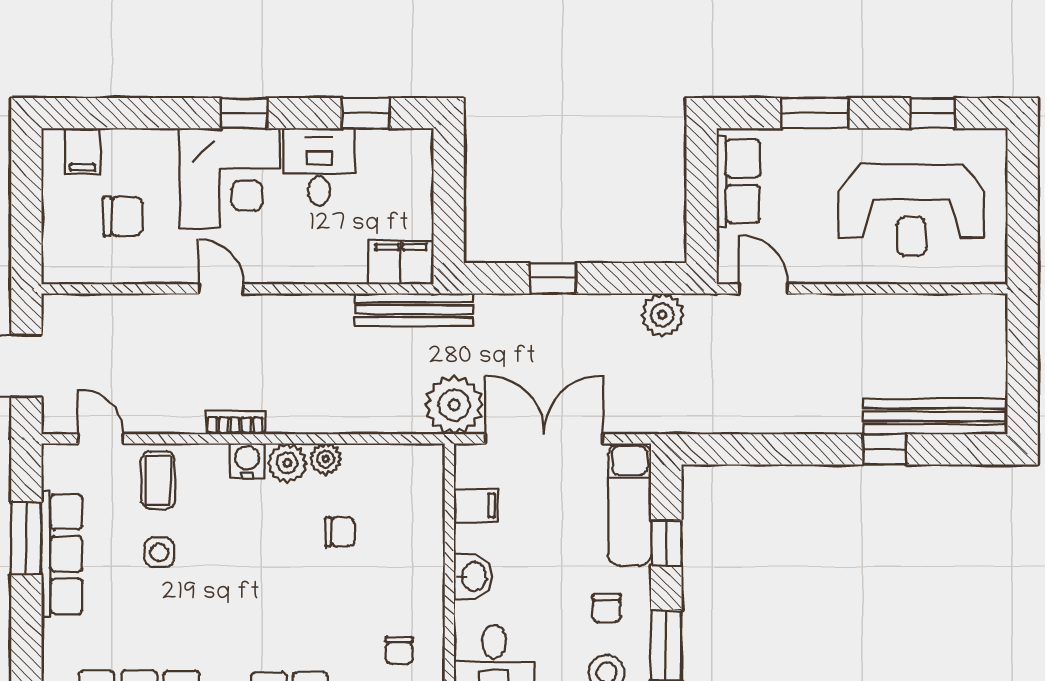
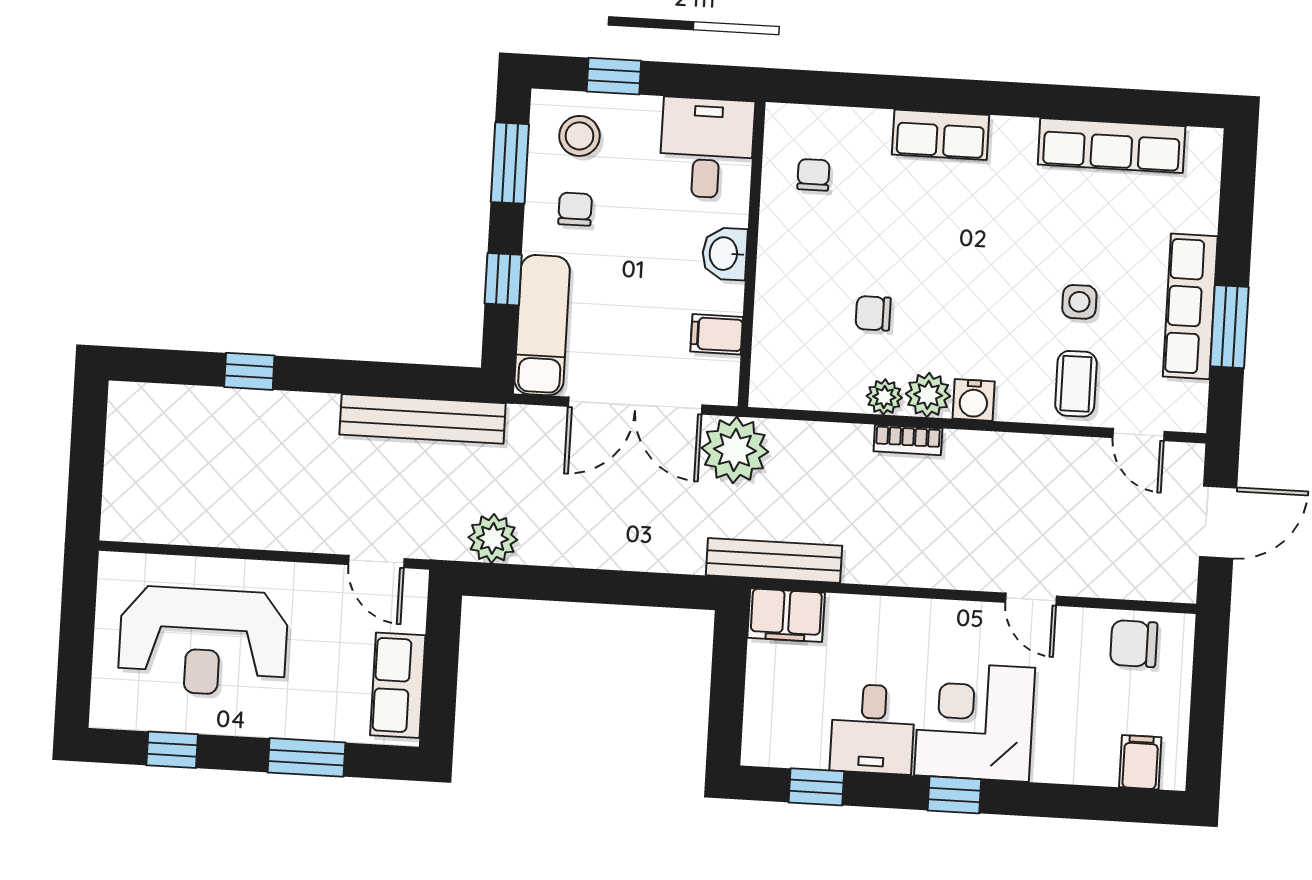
reception desk: (911, 210) -> (203, 641), turned 180
chair: (123, 216) -> (1134, 644), moved
window: (553, 278) -> (614, 587), removed
door: (221, 289) -> (1031, 599), moved
bench: (935, 416) -> (423, 419), moved
bookcase: (235, 422) -> (908, 440), moved

